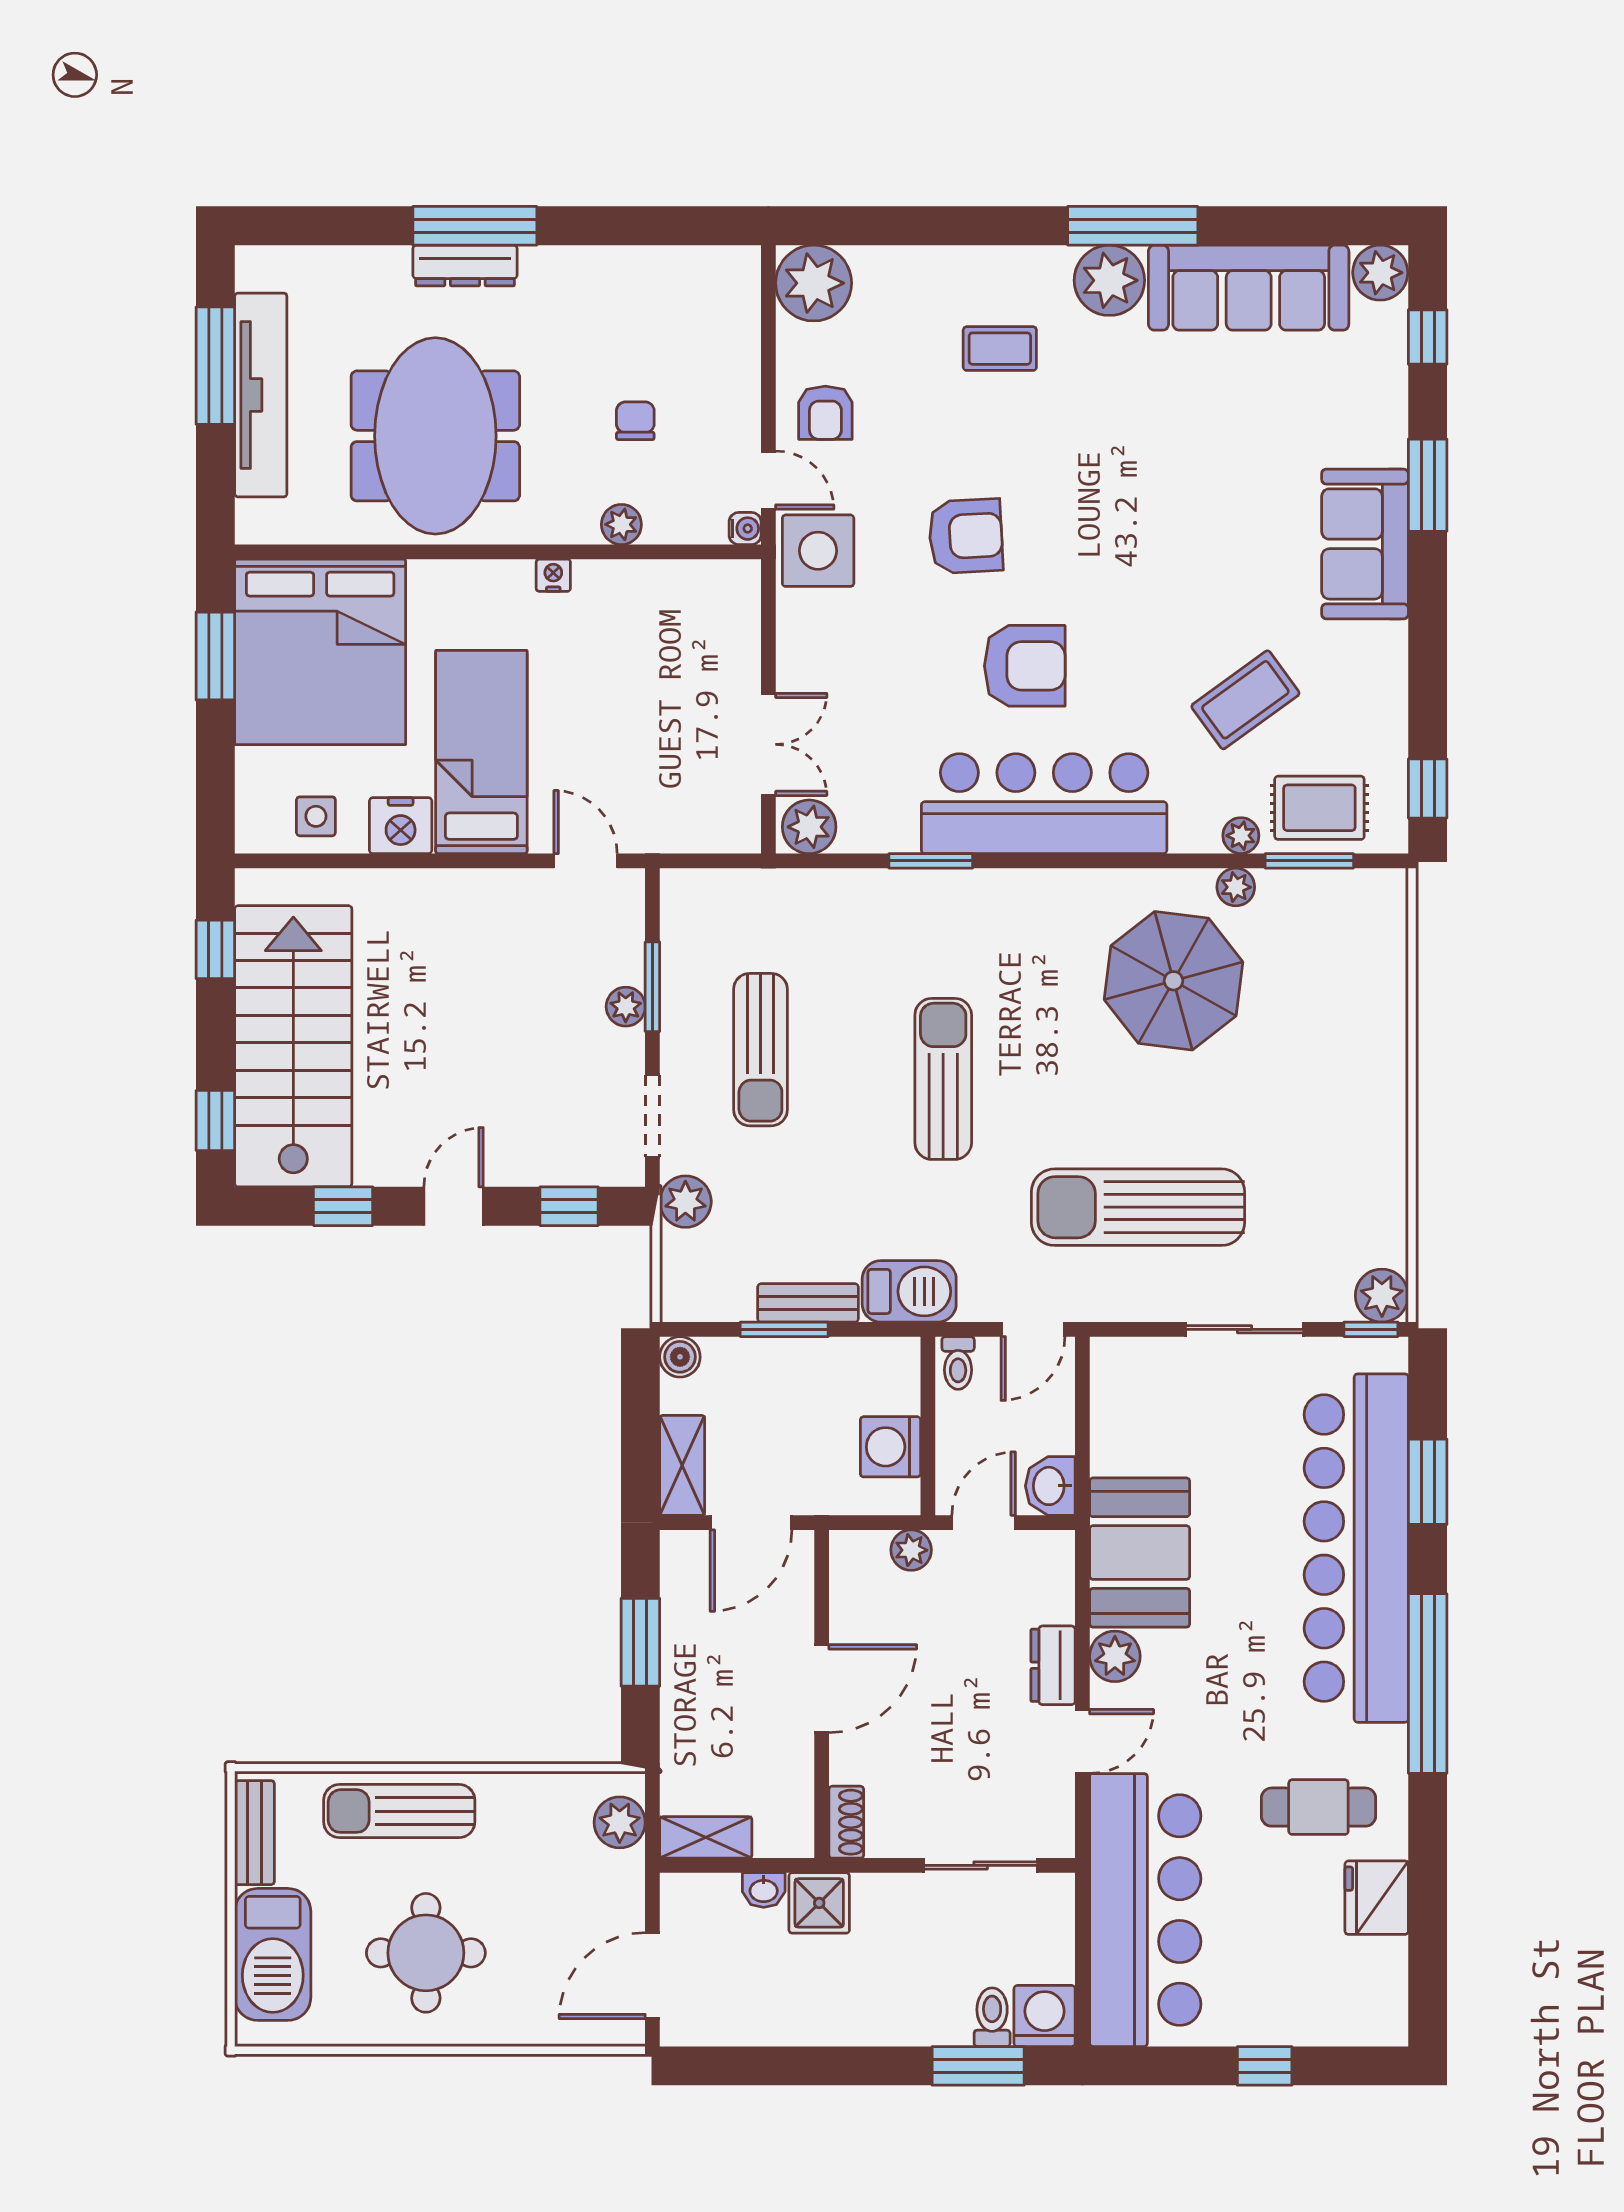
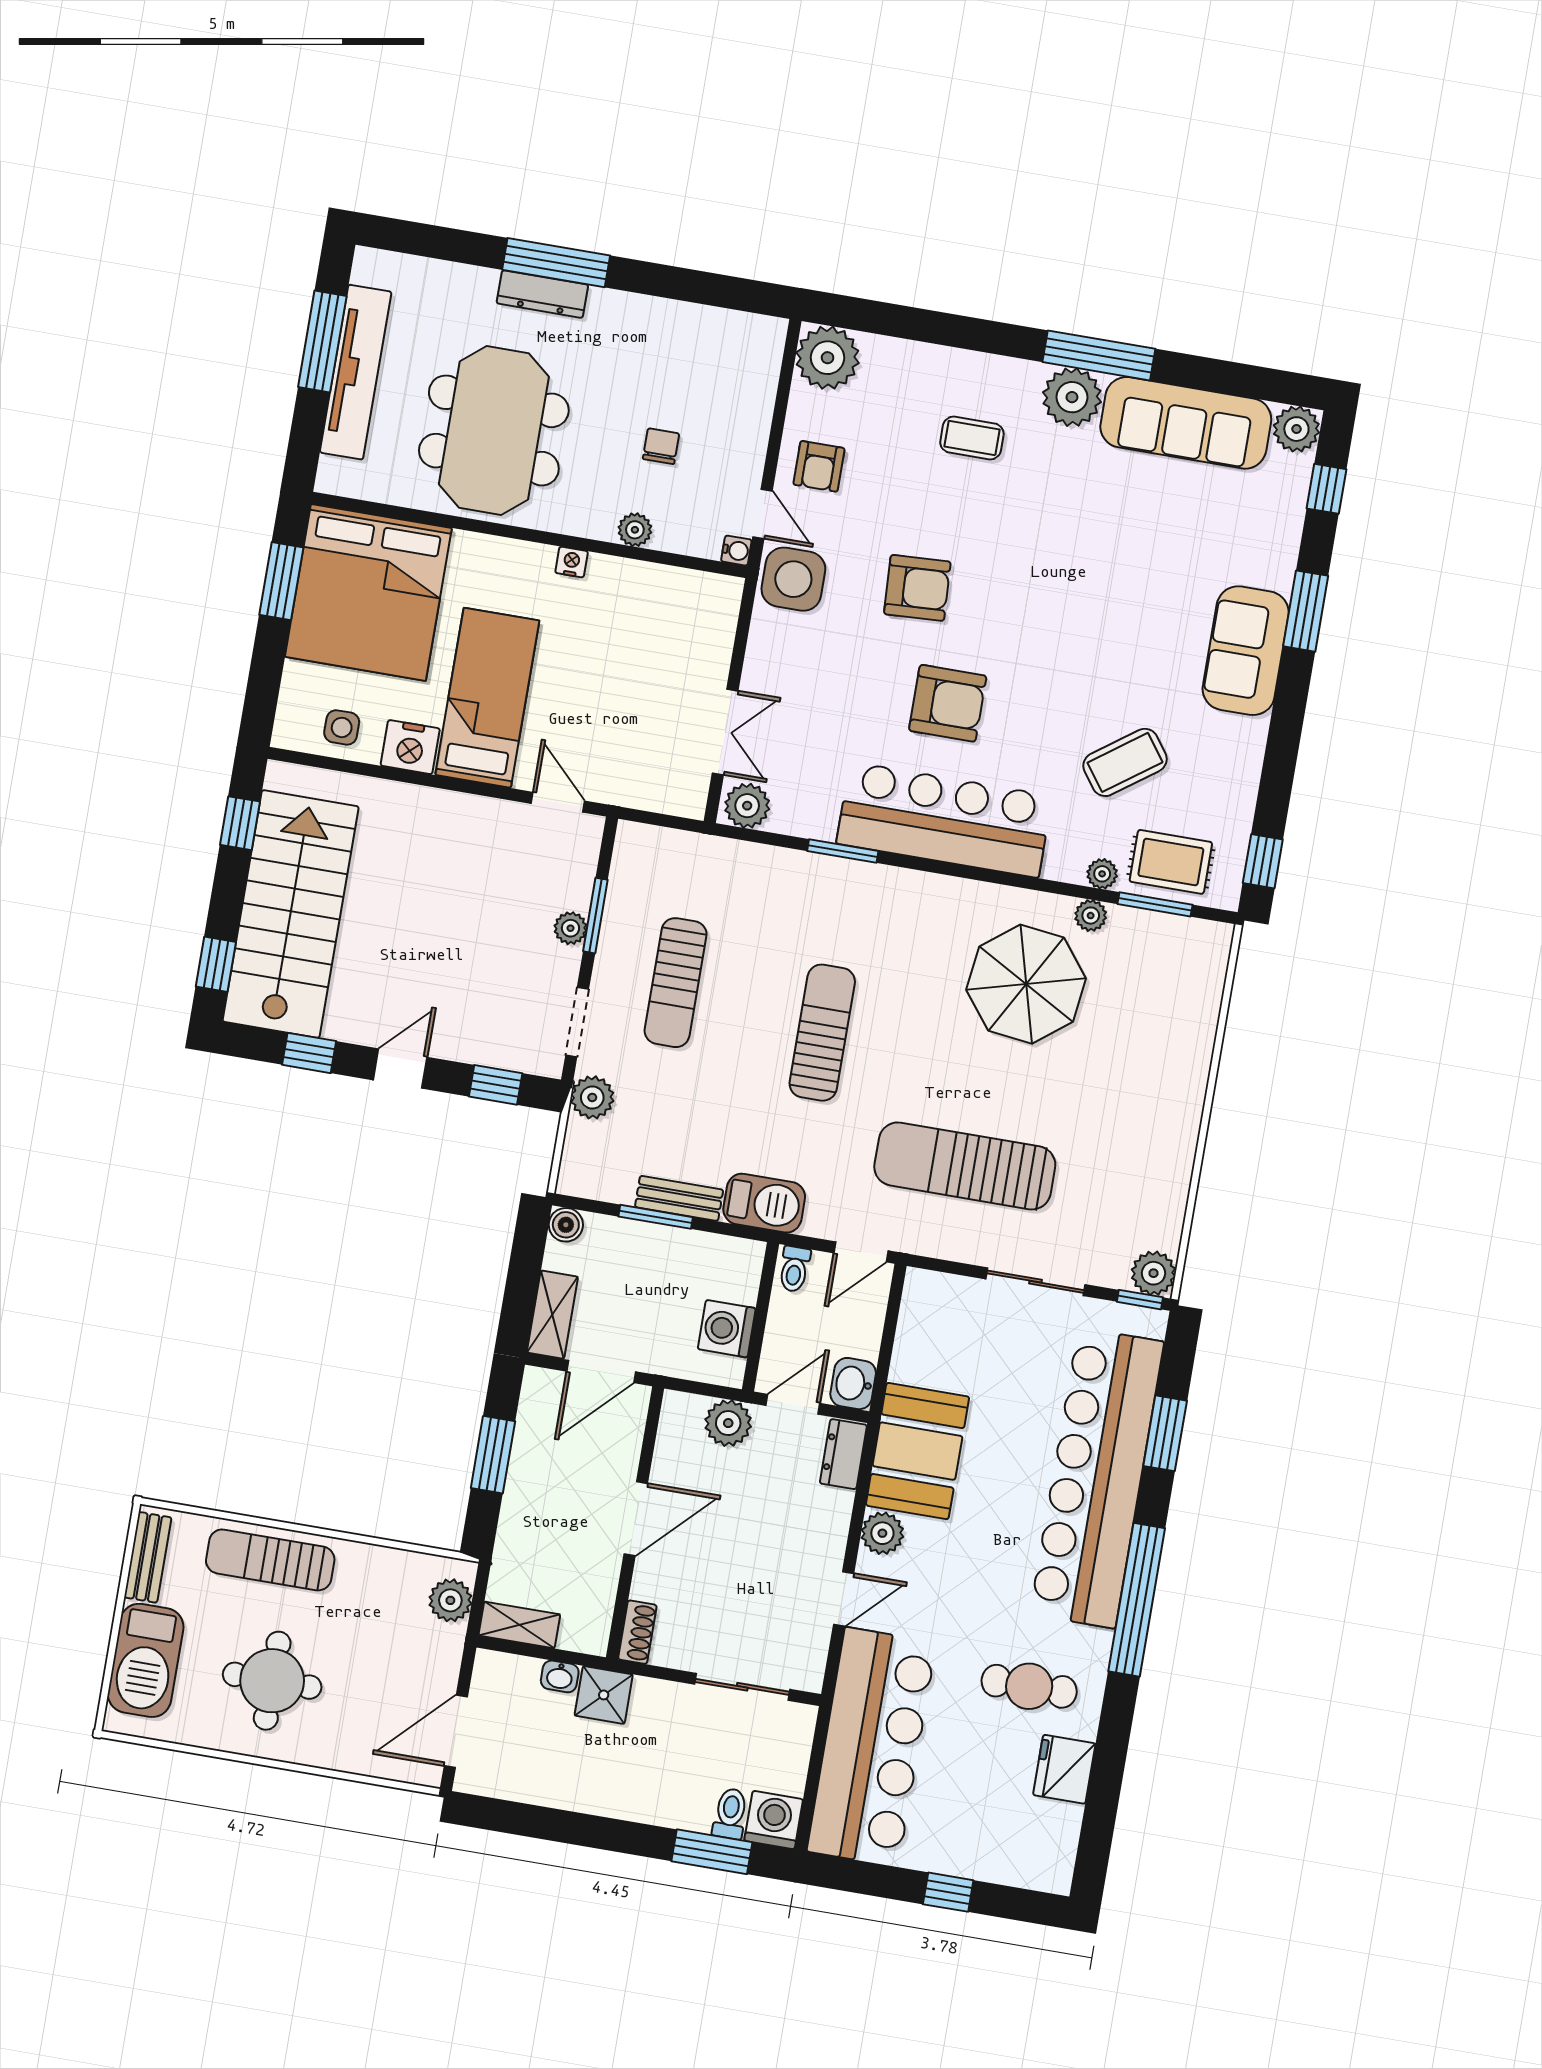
plant: (911, 1550) -> (728, 1423), width x1.38, depth x1.38
dresser: (1053, 1665) -> (843, 1454), moved

